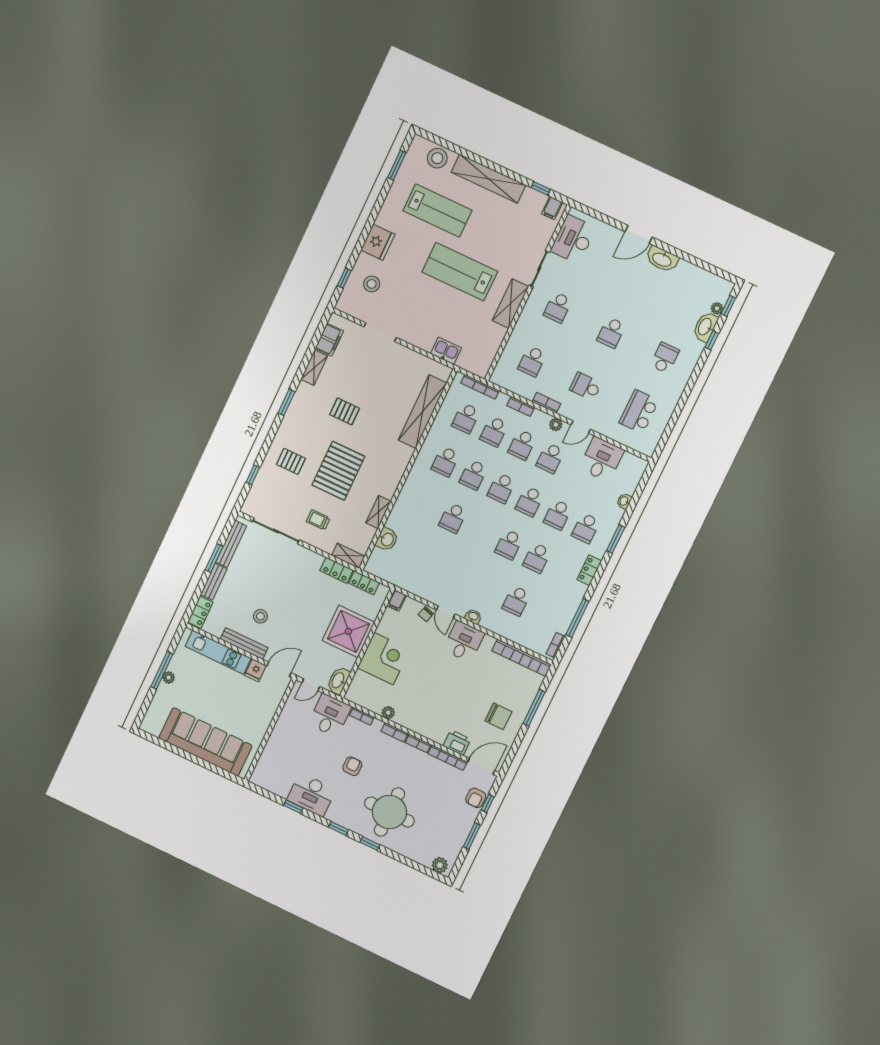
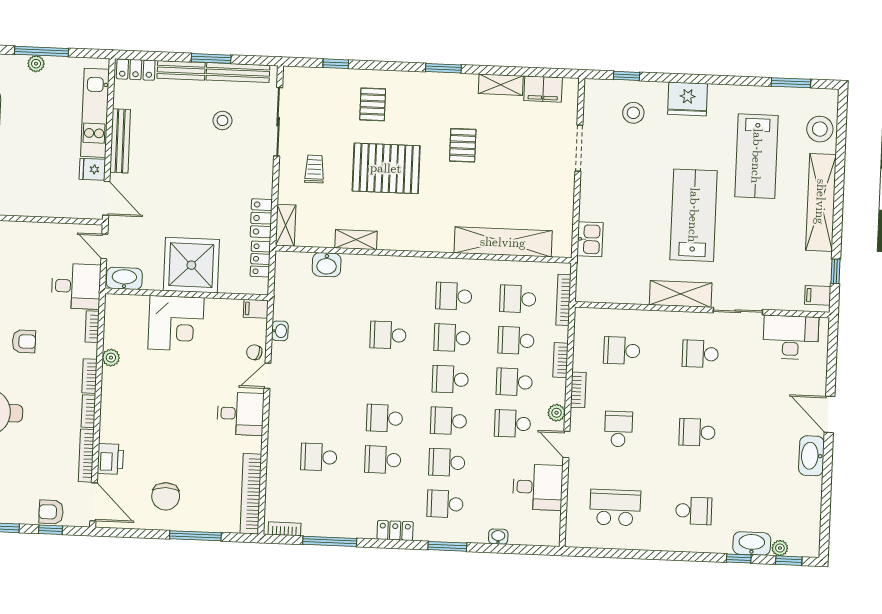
stool: (260, 616) -> (222, 120), moved
washbasin: (473, 617) -> (280, 331), moved

